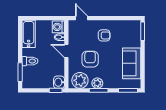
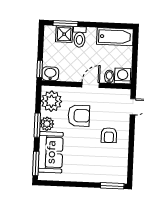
sofa: (132, 63) -> (51, 152), moved, turned 90
shower: (28, 73) -> (64, 34), added

